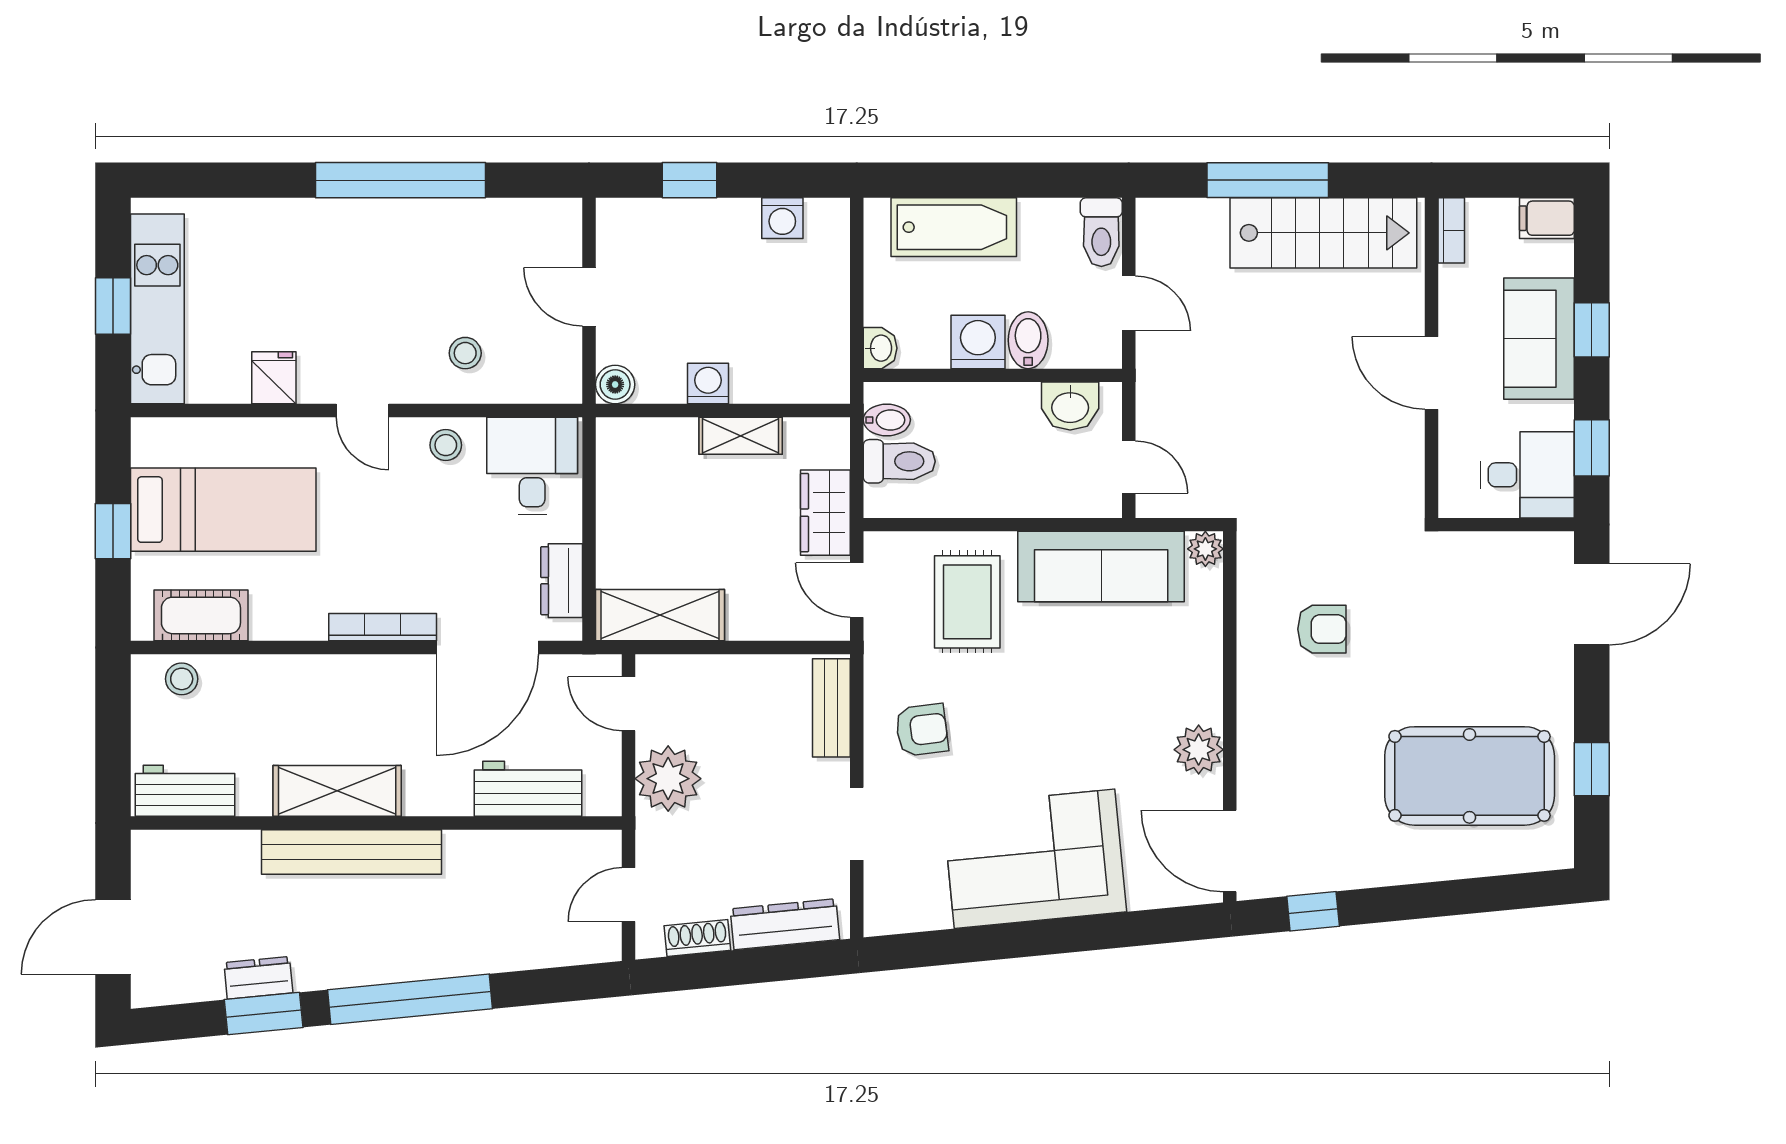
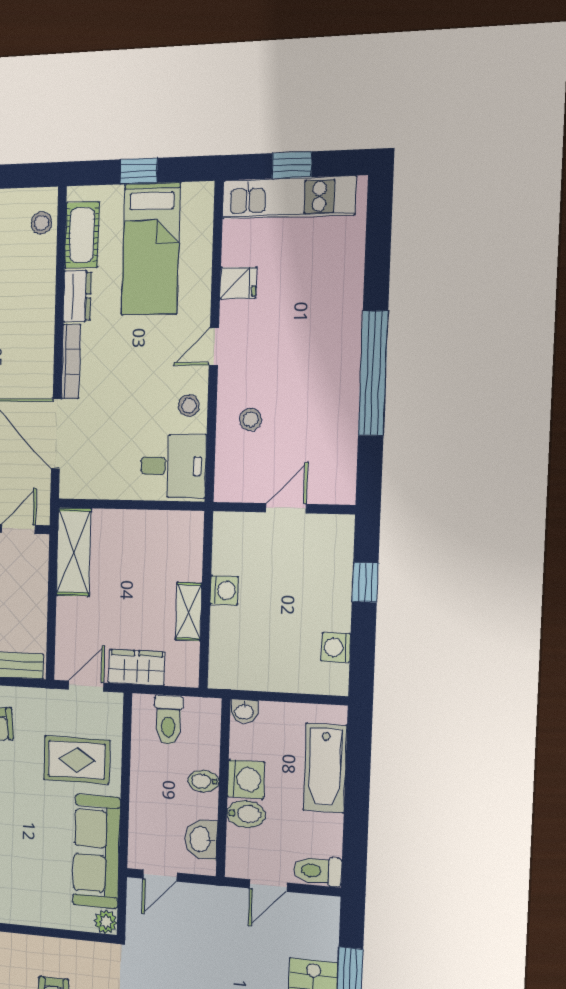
boiler: (615, 384) -> (226, 525), removed
bidet: (887, 420) -> (203, 781), moved, turned 90
dresser: (562, 581) -> (77, 296), moved, turned 90

